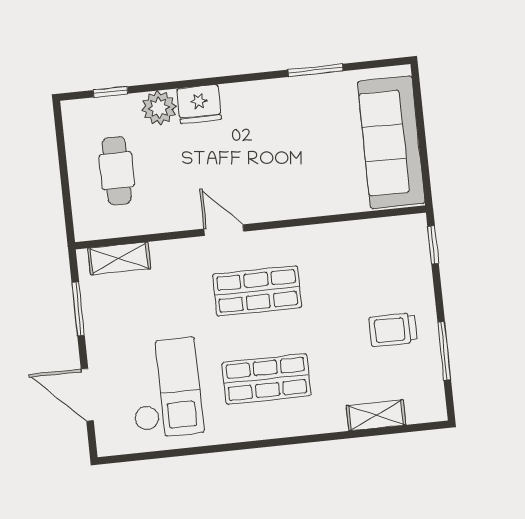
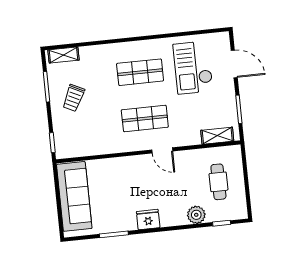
fridge: (199, 104) -> (148, 220), moved
trolley: (393, 330) -> (74, 98), turned 116
shelving: (376, 415) -> (64, 55), moved

